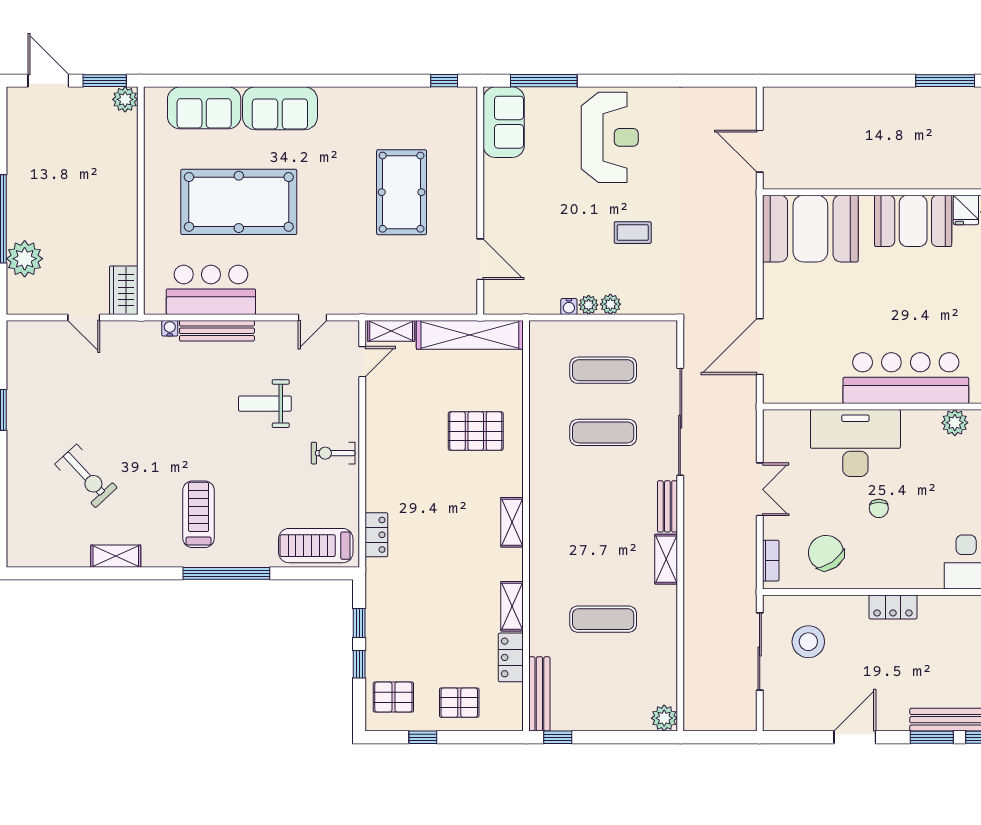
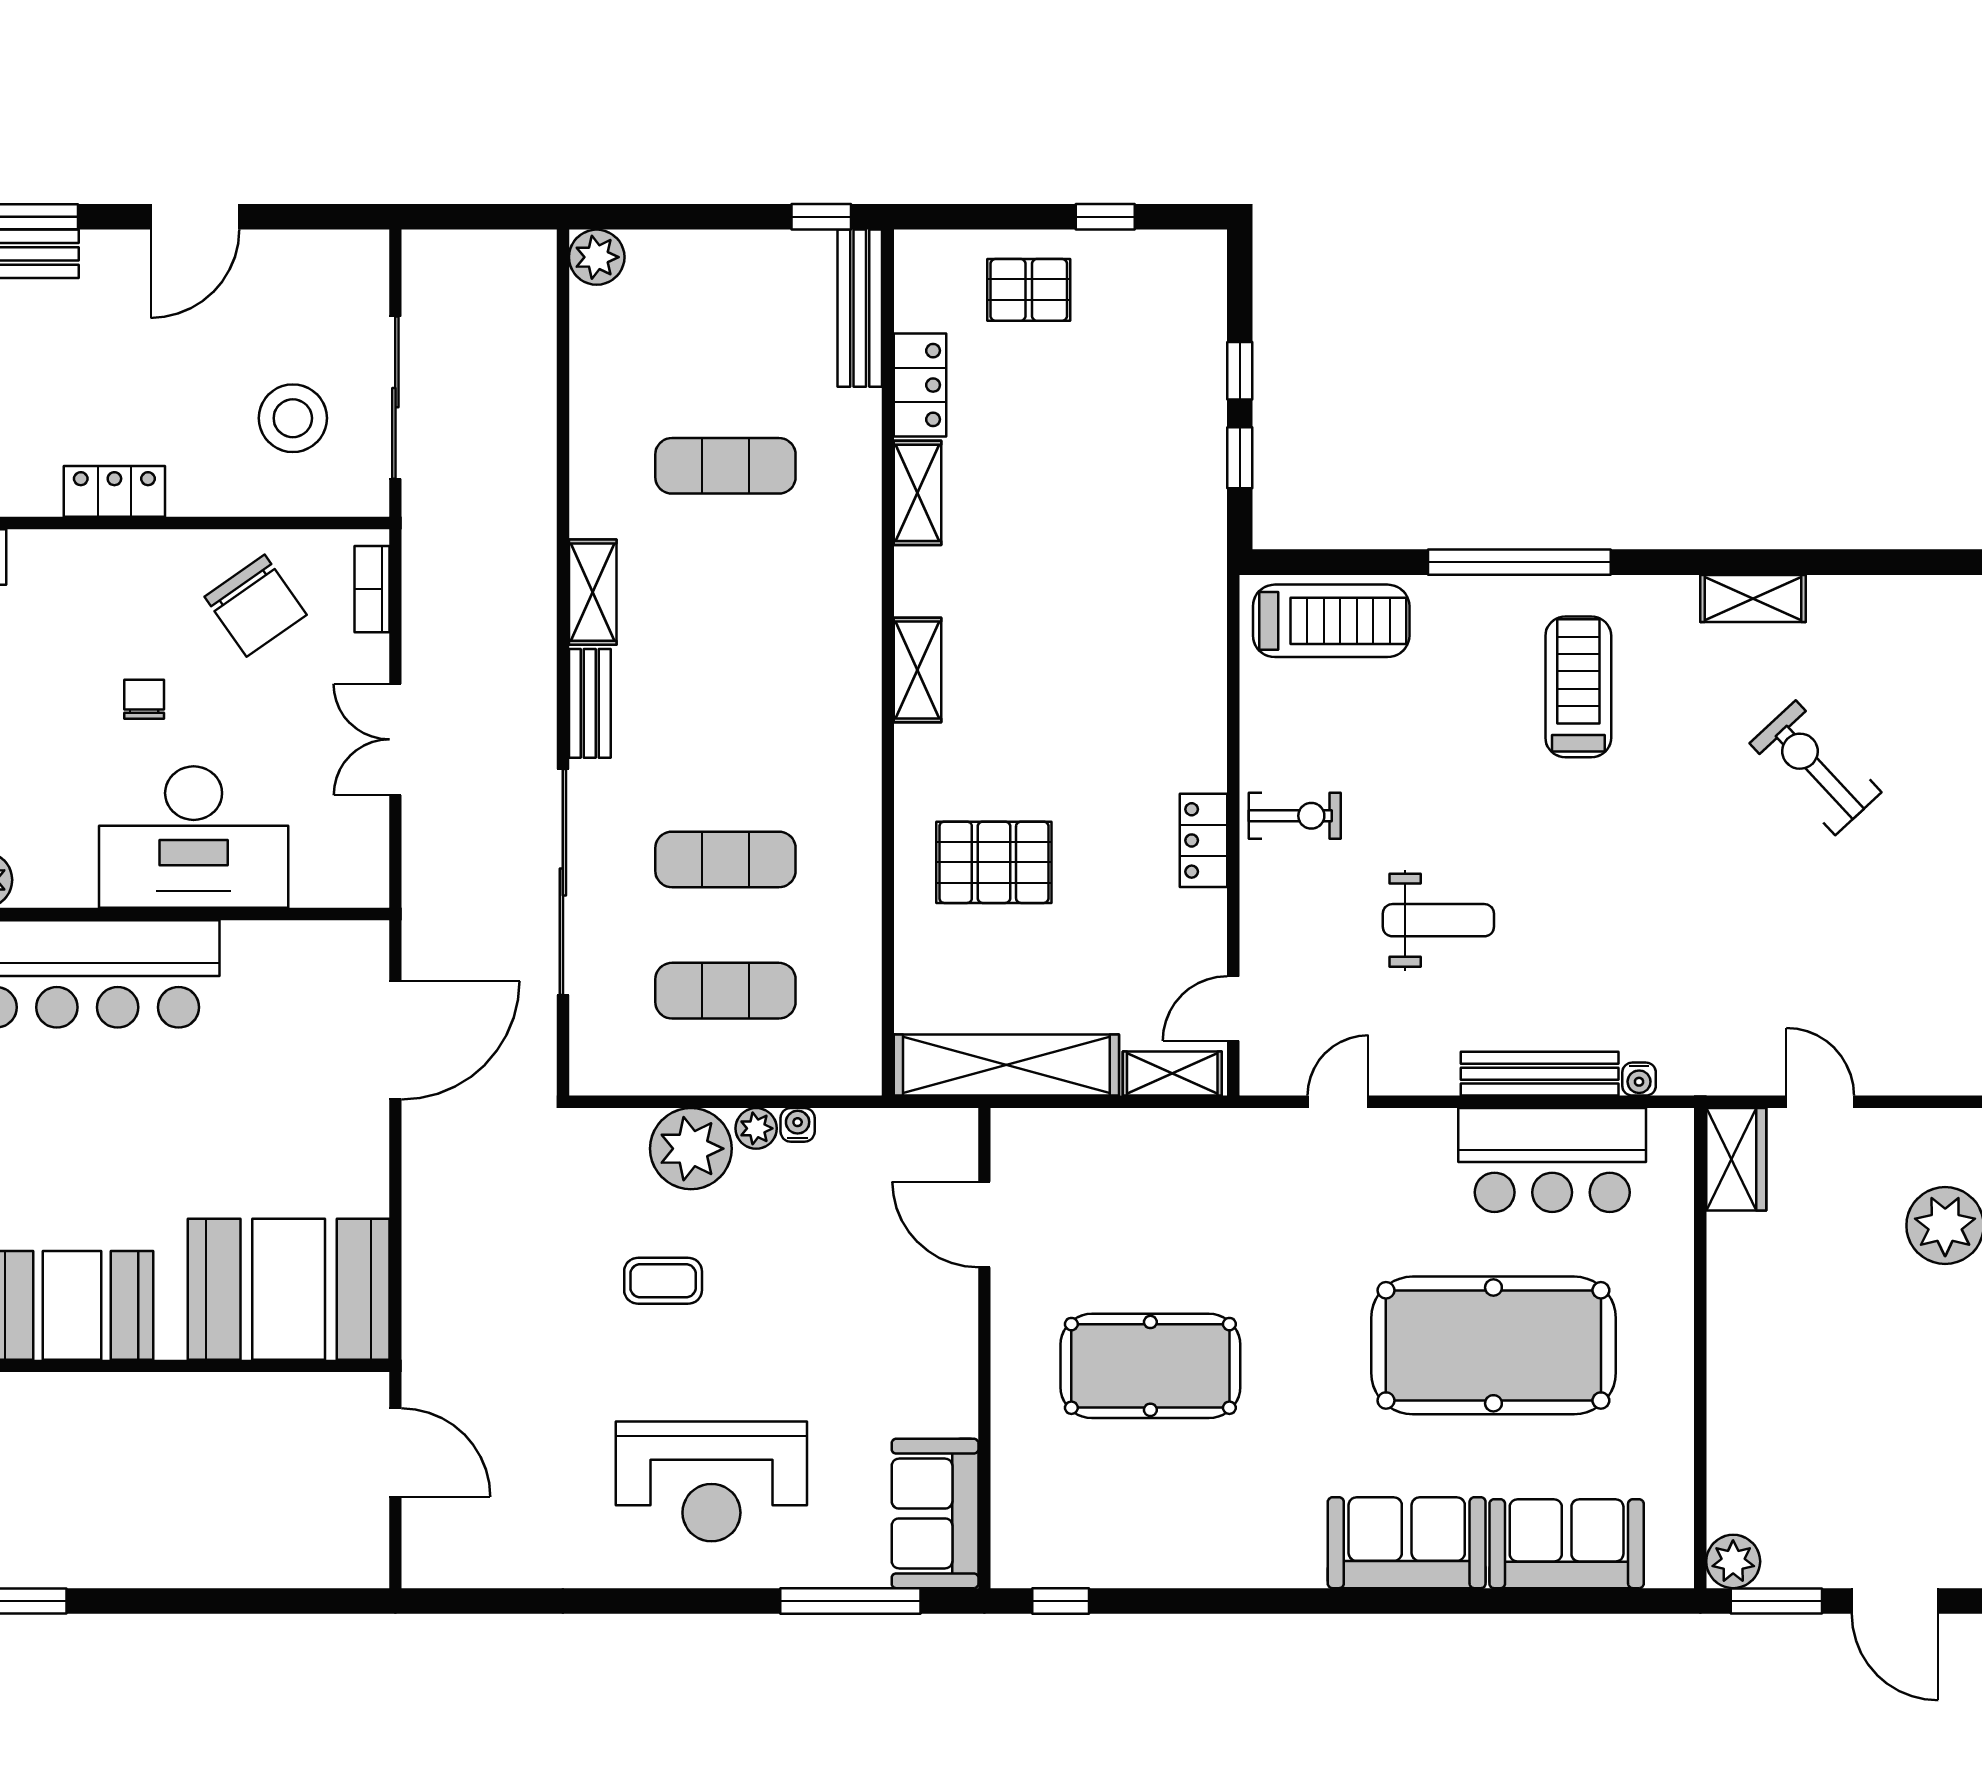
reception desk: (610, 137) -> (711, 1481), turned -90
pool table: (402, 192) -> (1150, 1366), turned 90
plant: (610, 304) -> (691, 1149), width x1.88, depth x1.88
treadmill: (199, 514) -> (1578, 687), turned 180
locker: (376, 535) -> (1203, 840), moved
pallet: (393, 697) -> (1168, 302), removed

